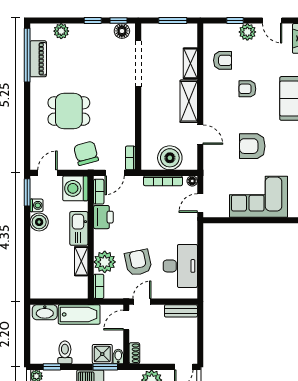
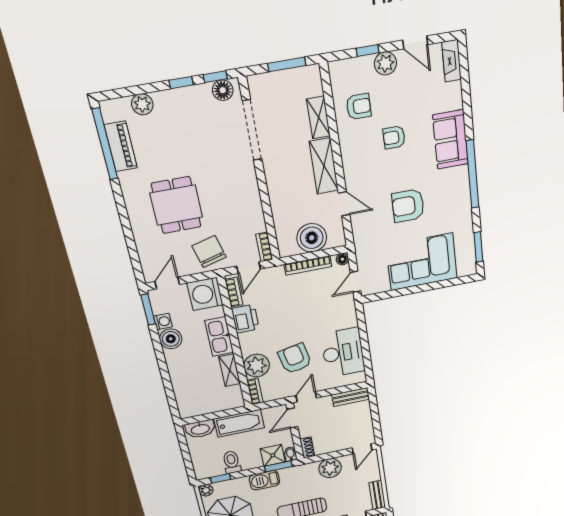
dining table: (69, 111) -> (176, 205), turned 90

